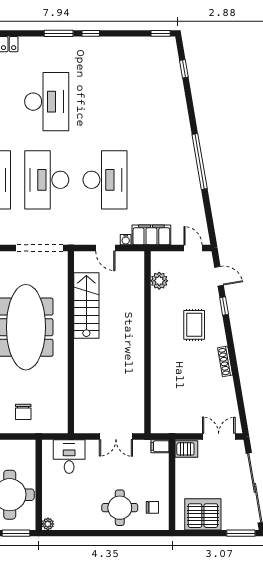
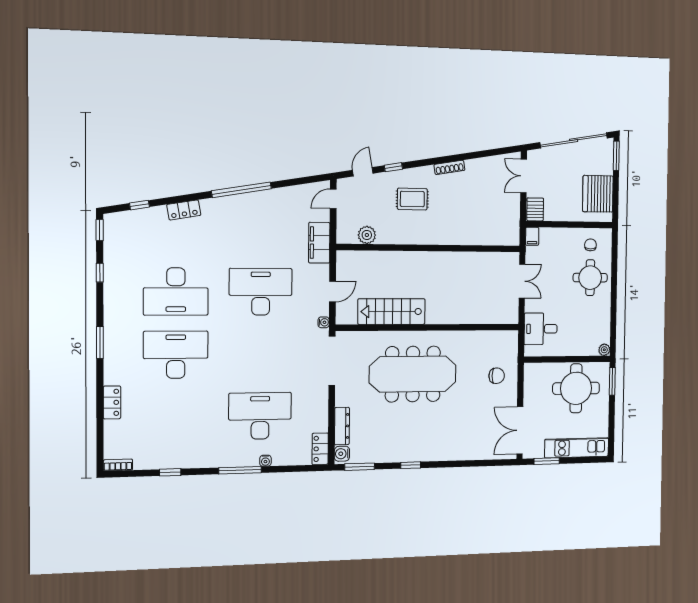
window: (91, 33) -> (100, 273), moved
locker: (180, 109) -> (184, 210), added
desk: (47, 180) -> (176, 292), moved
water cooler: (126, 240) -> (324, 322), moved

